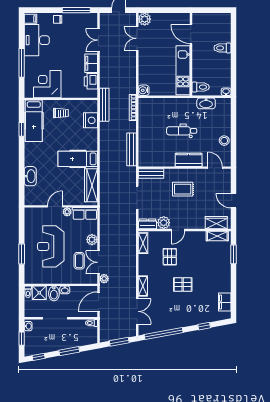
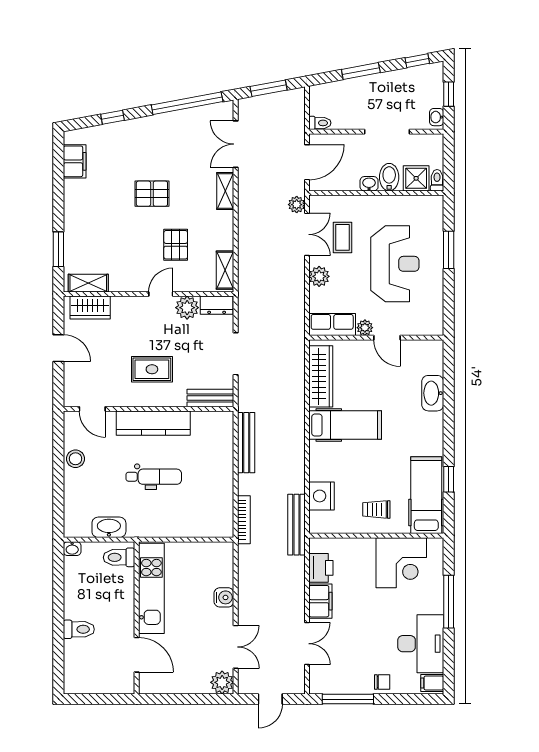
water cooler: (144, 90) -> (224, 597), moved
kitchen counter: (189, 160) -> (153, 423), width x1.50
door: (55, 206) -> (387, 338), hinge flipped

